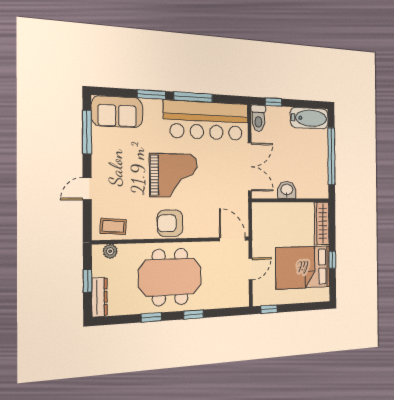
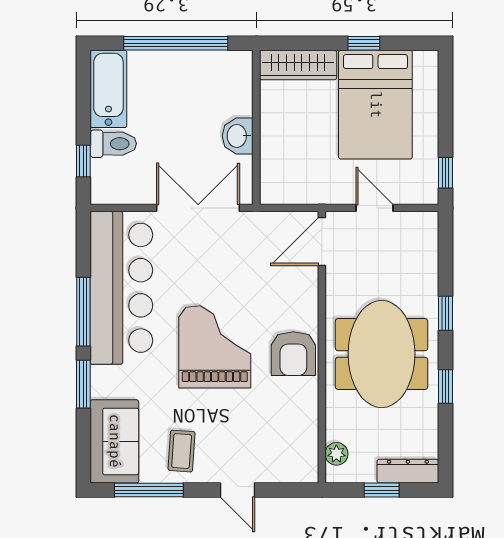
toilet: (258, 118) -> (113, 144), moved
coffee table: (113, 226) -> (182, 451), moved

